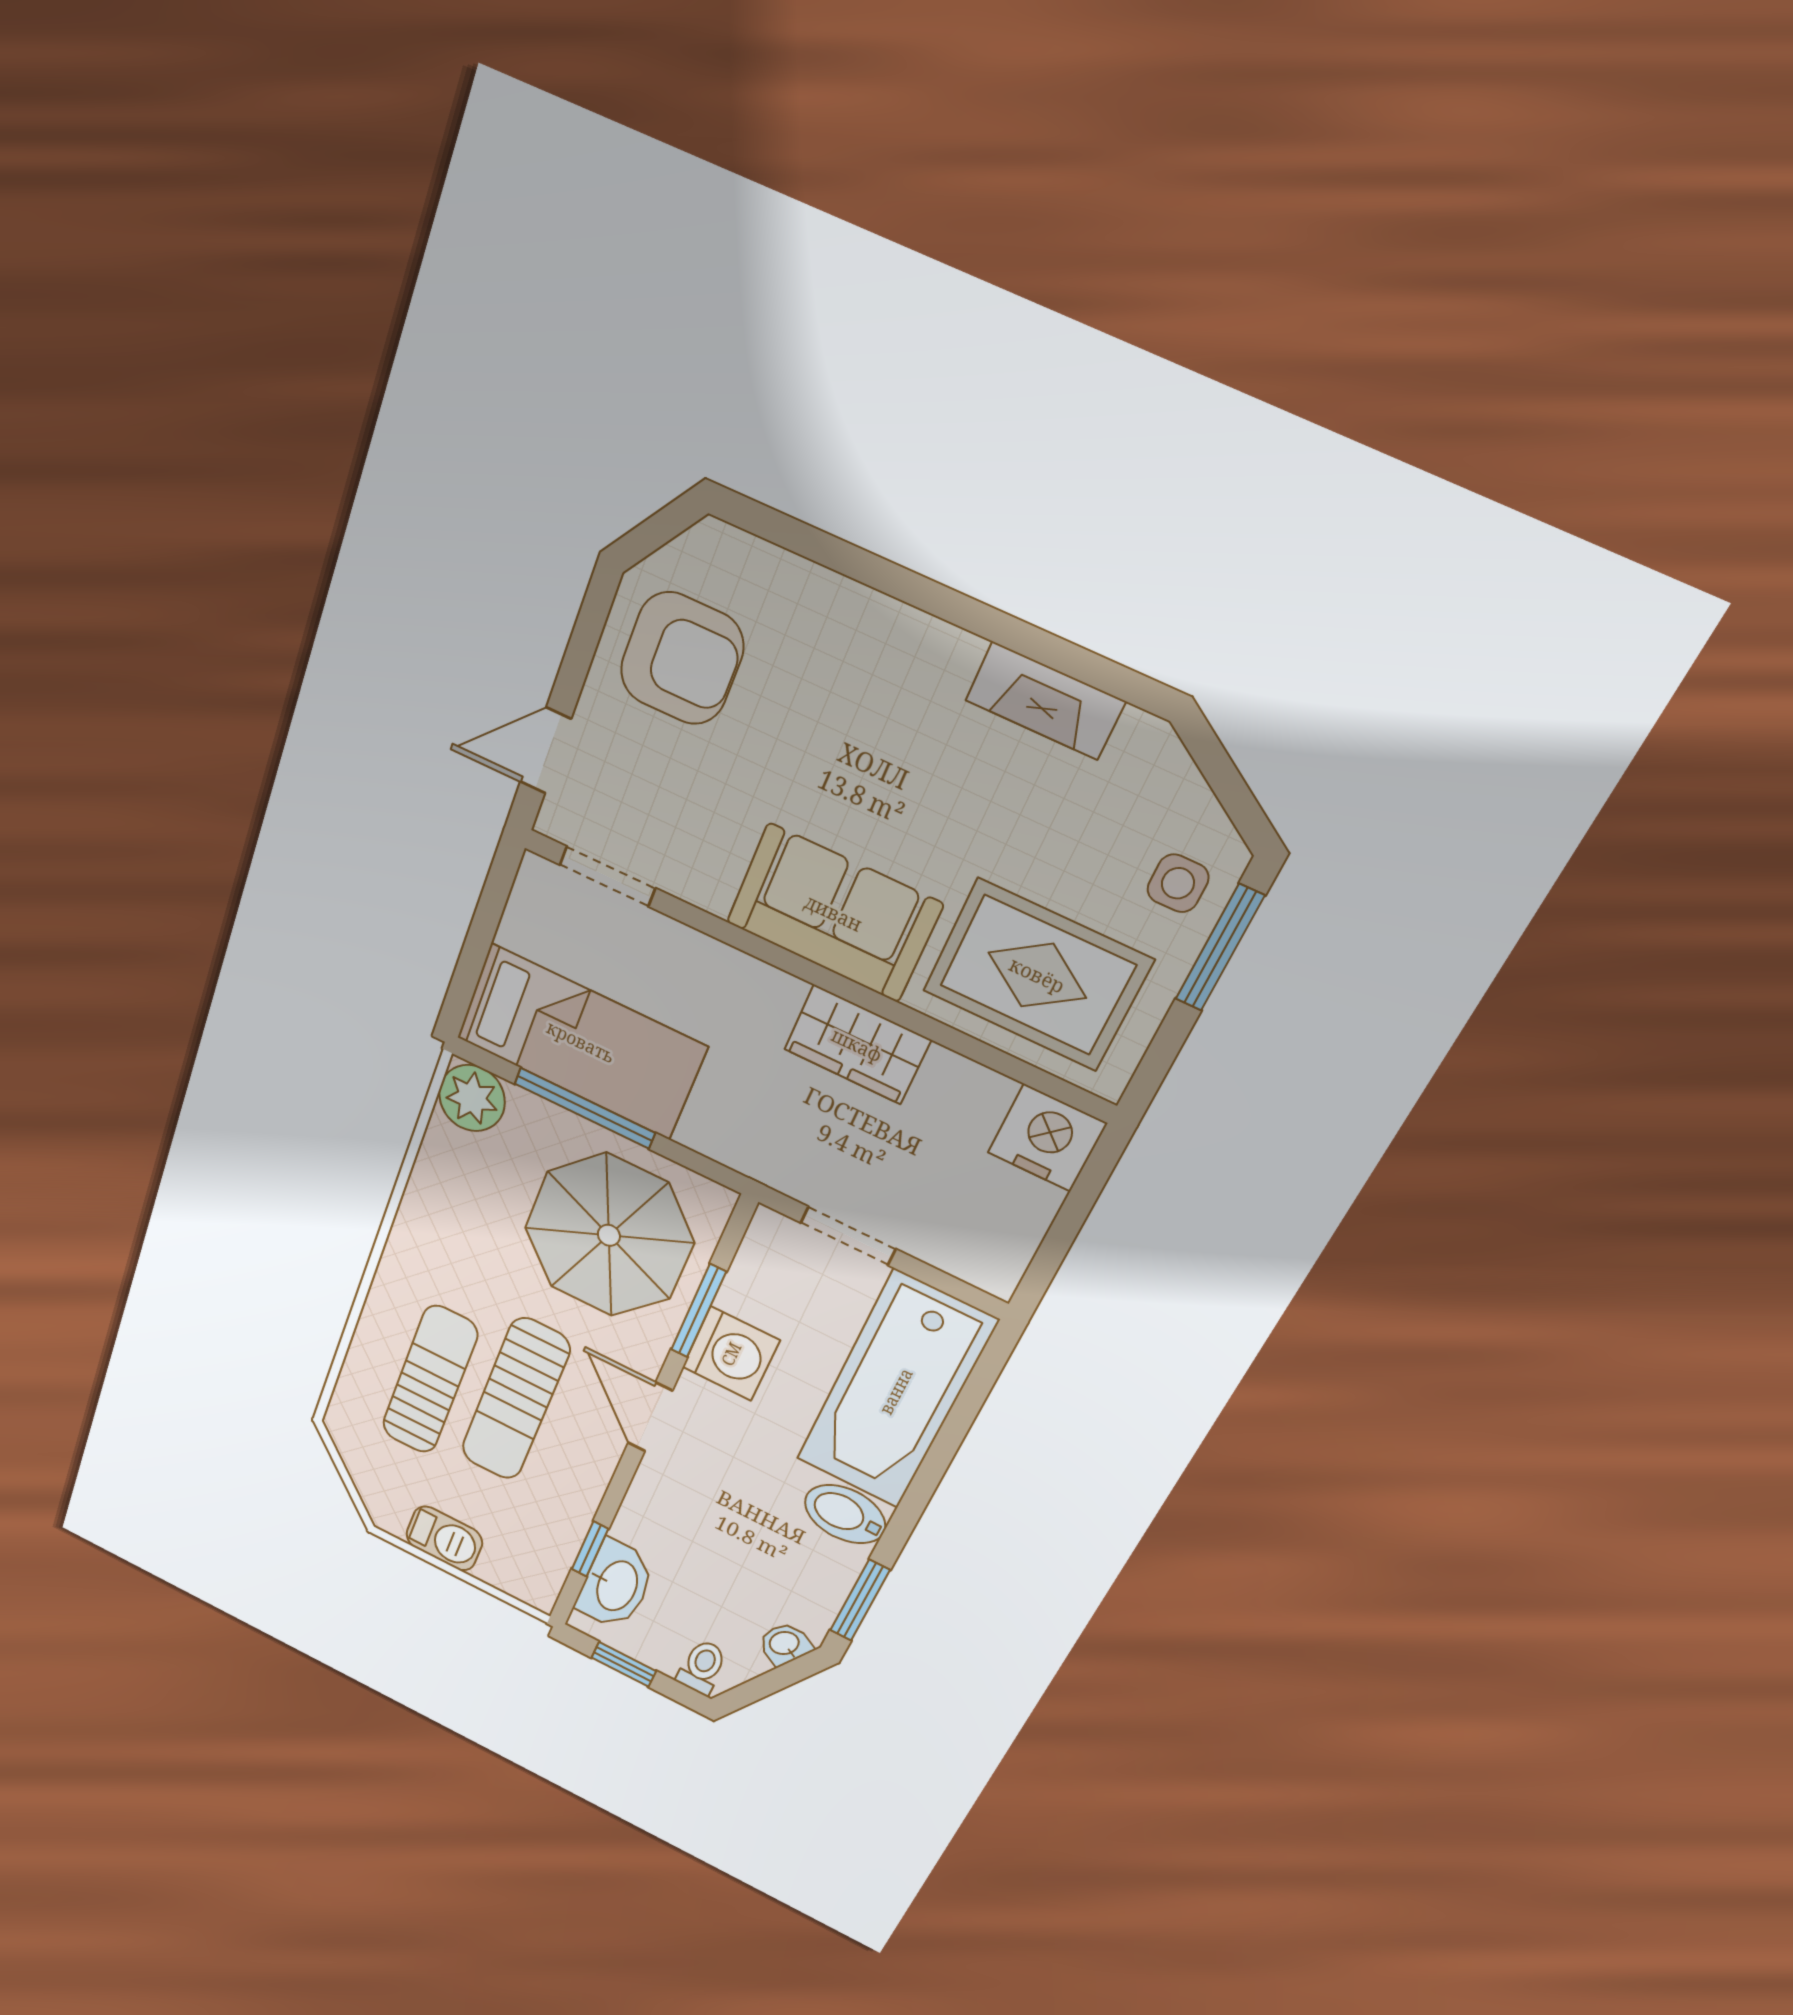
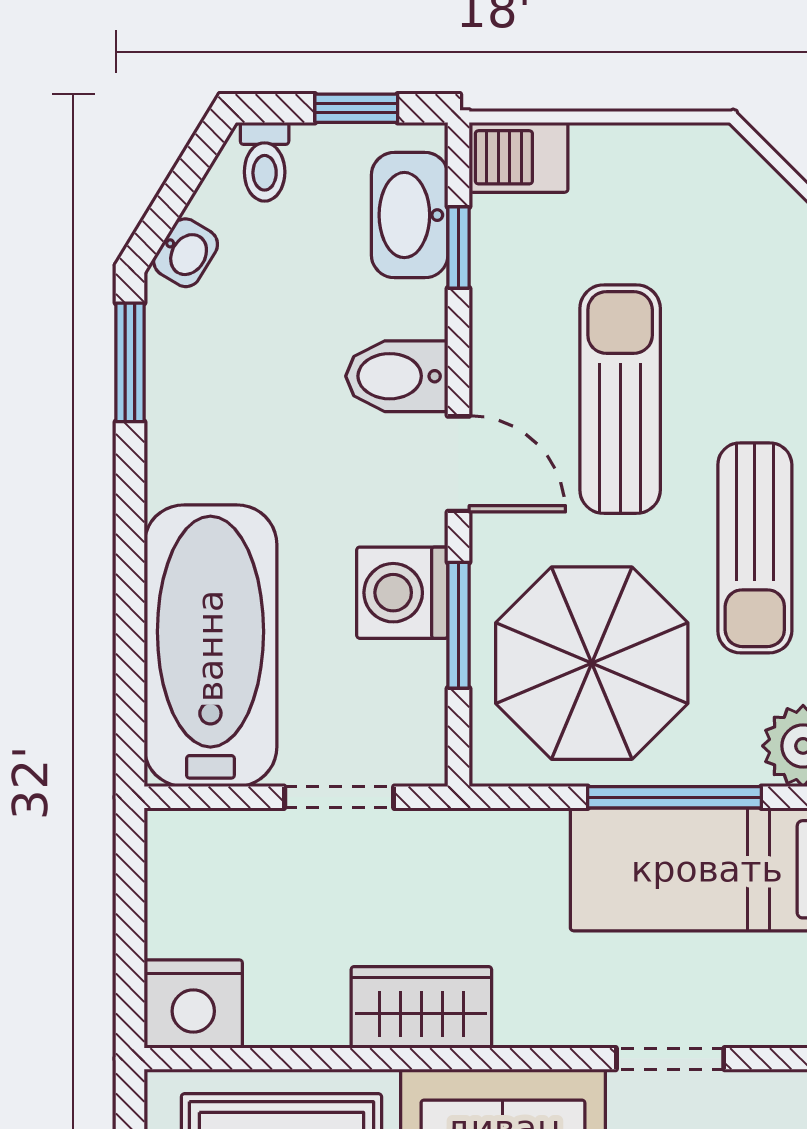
doorway: (607, 876) -> (670, 1059), moved
sun lounger: (430, 1380) -> (755, 548), moved
bidet: (845, 1514) -> (397, 376), moved, turned 180
barbecue: (444, 1538) -> (519, 157), moved

